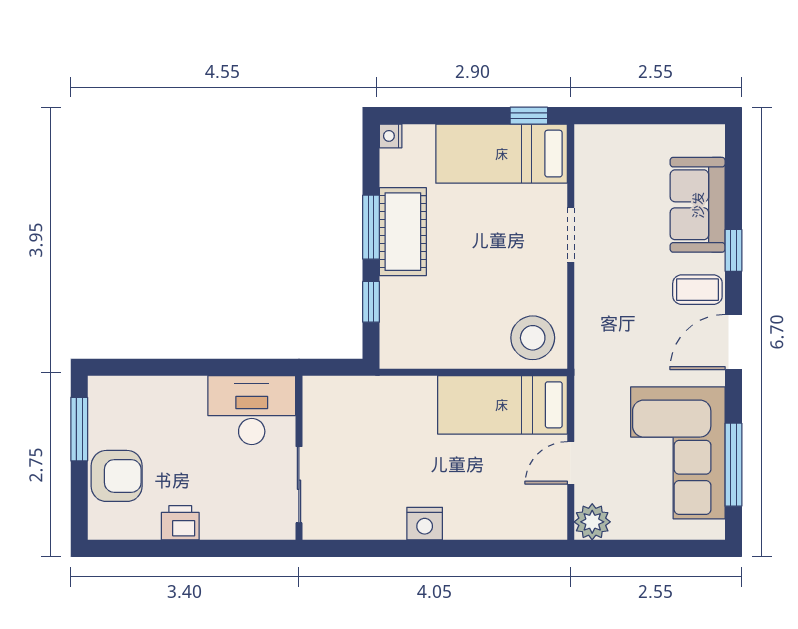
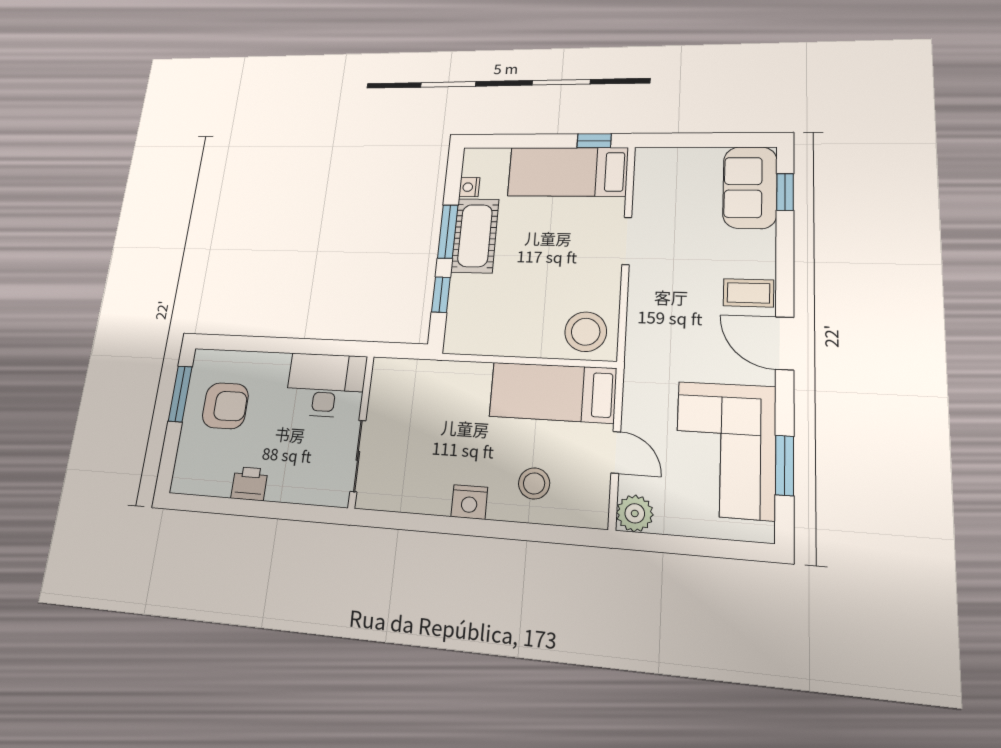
nightstand: (391, 136) -> (469, 187), moved
sofa: (698, 205) -> (750, 187), moved
window: (733, 250) -> (785, 192), moved
door: (733, 342) -> (785, 343), hinge flipped
door: (571, 463) -> (616, 452), swing flipped
window: (733, 465) -> (784, 465), width x0.69
armchair: (117, 476) -> (225, 406), moved
stool: (490, 500) -> (534, 483), added

